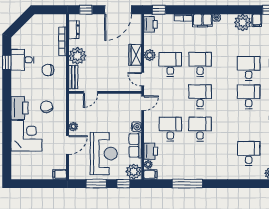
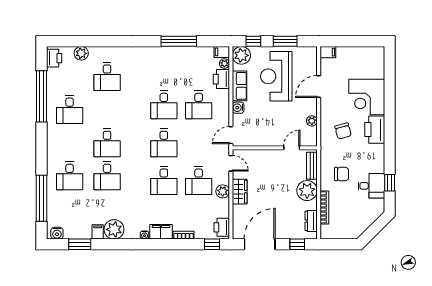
plant: (73, 127) -> (312, 121), moved

